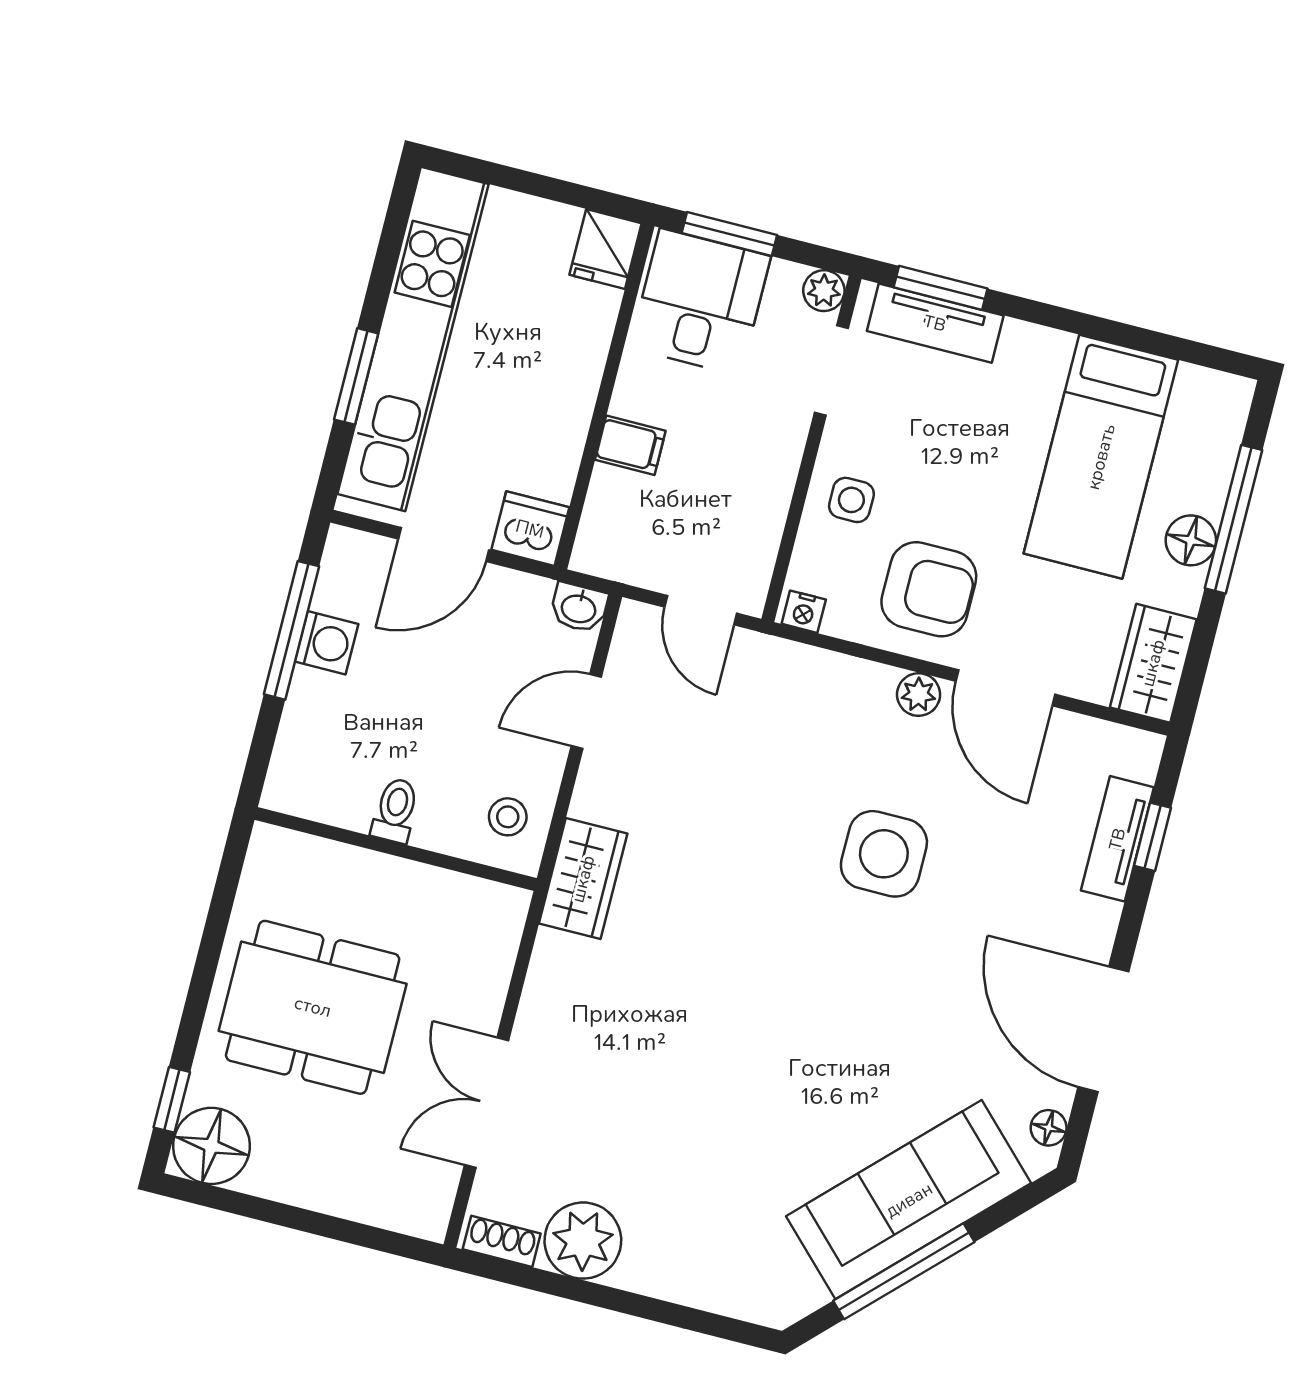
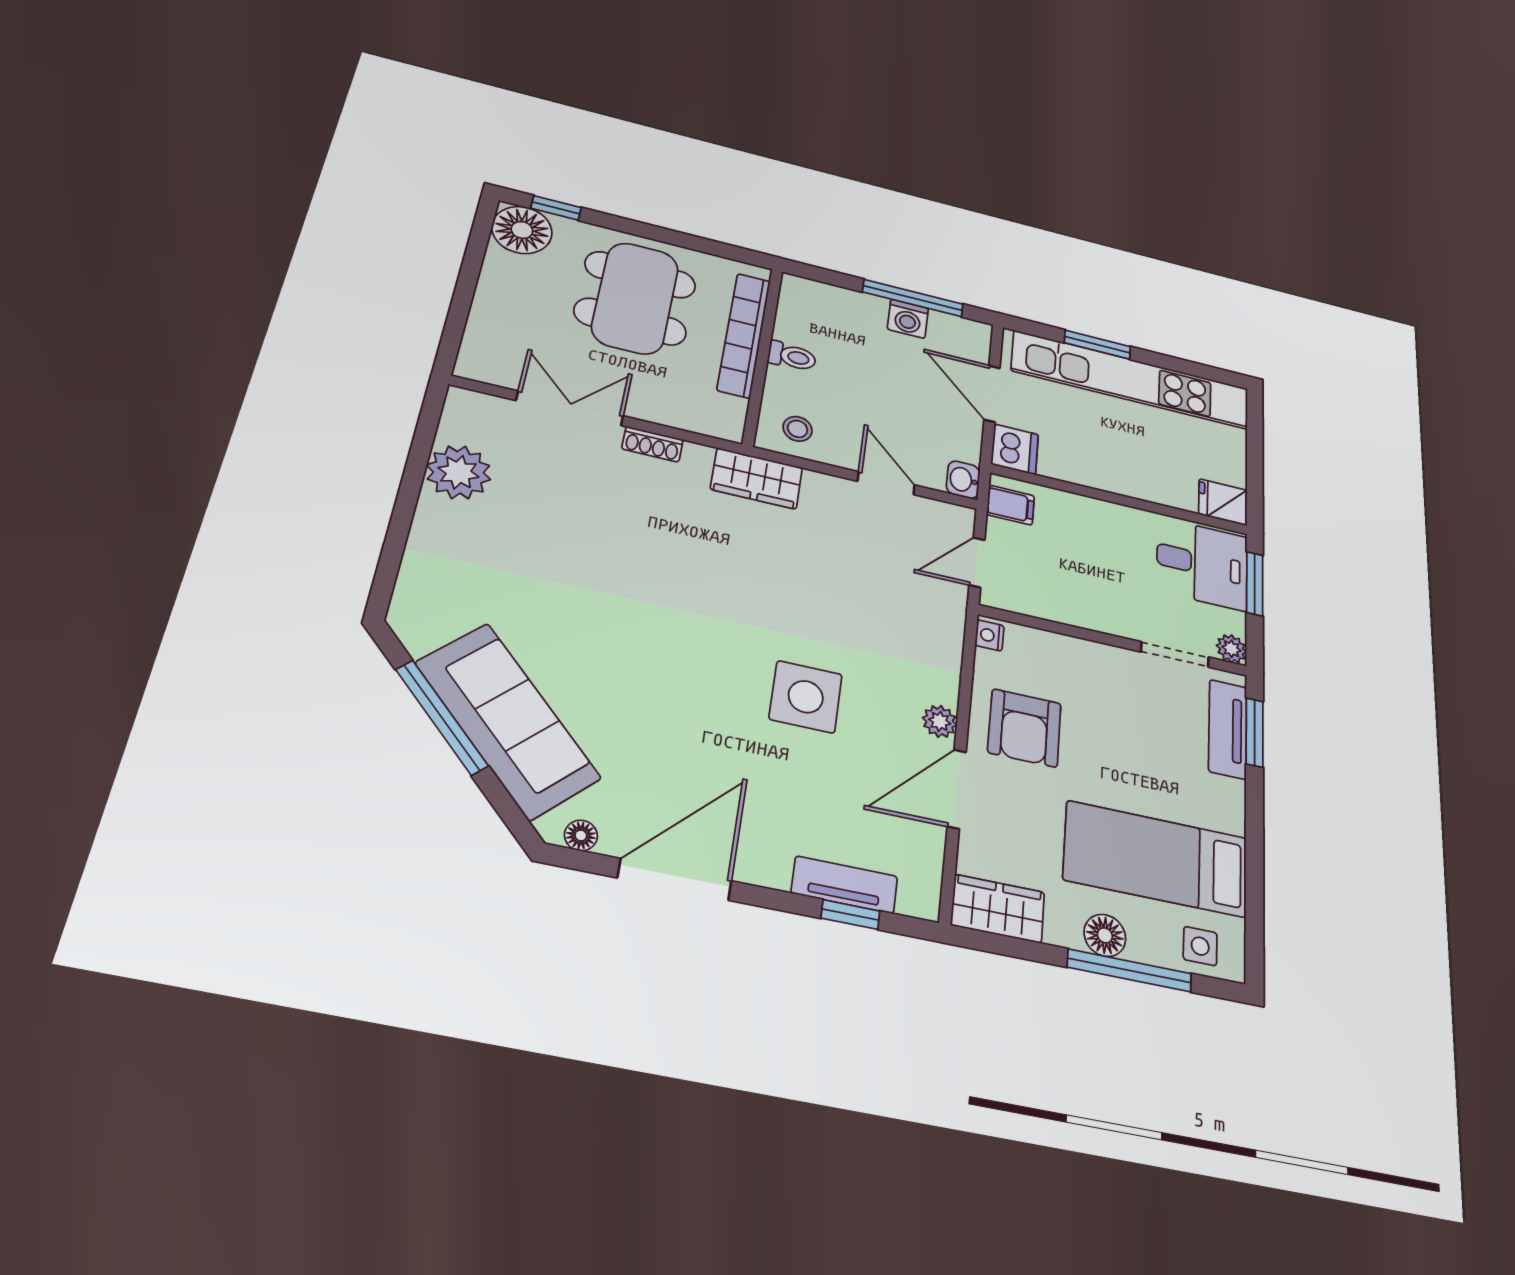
filing cabinet: (630, 445) -> (1010, 505), moved, turned -90
side table: (851, 500) -> (1200, 946), moved
bookcase: (364, 871) -> (744, 335), added
shoe rack: (502, 1241) -> (652, 444), moved, turned 90

